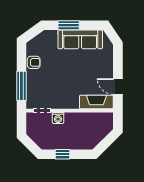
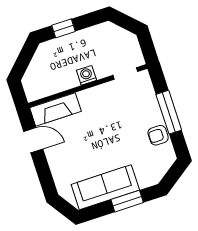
window: (21, 86) -> (169, 112), moved
washing machine: (58, 118) -> (87, 75), moved
window: (63, 154) -> (63, 28), moved

